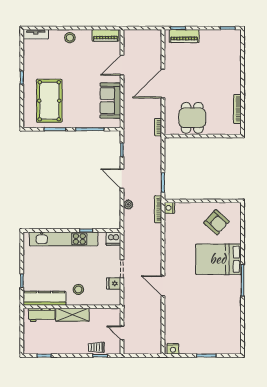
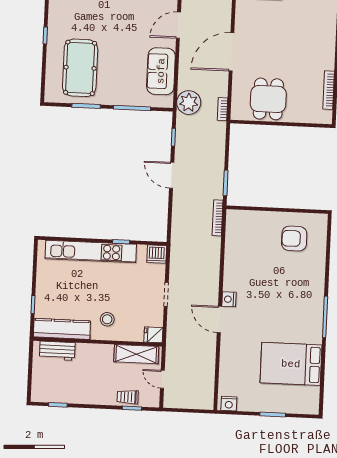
plant: (128, 204) -> (189, 103), moved, width x1.88, depth x1.88
nightstand: (169, 208) -> (229, 299), moved
armchair: (217, 222) -> (294, 239), turned 138
bed: (218, 259) -> (291, 364), moved
fridge: (114, 283) -> (153, 335), moved
shelving: (72, 315) -> (136, 354), moved

